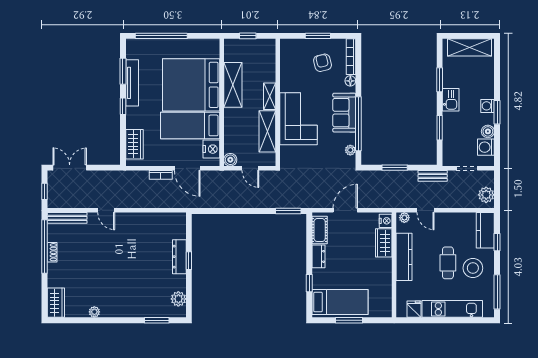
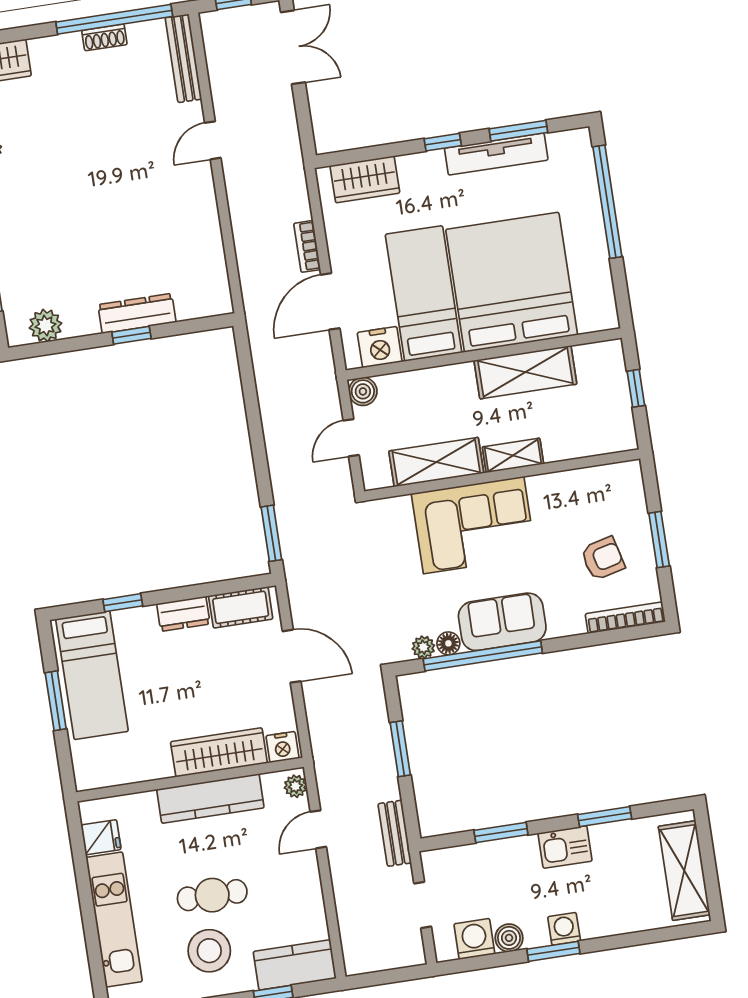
floor lamp: (350, 81) -> (448, 643), moved
plant: (486, 195) -> (372, 955), removed
wardrobe: (384, 243) -> (219, 752), width x1.50

